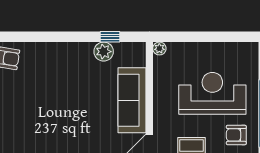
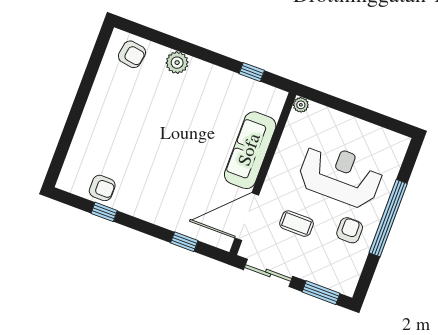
plant: (104, 52) -> (177, 63), moved
armchair: (236, 135) -> (350, 230), turned 90

